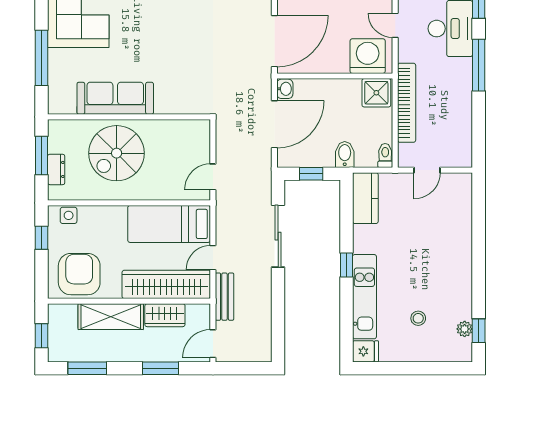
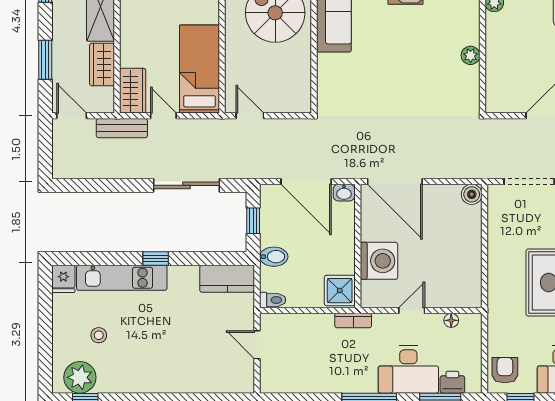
washing machine: (368, 56) -> (379, 261), moved
bookcase: (407, 103) -> (353, 321), width x0.43, depth x0.76
wardrobe: (166, 284) -> (133, 91), width x0.48, depth x0.85
plant: (465, 329) -> (80, 377), width x1.87, depth x1.87

